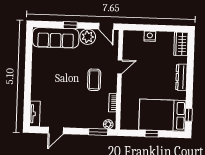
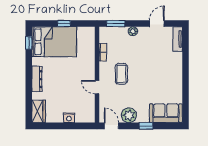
sofa: (56, 38) -> (166, 113), width x0.73
door: (120, 67) -> (97, 87), hinge flipped
plant: (108, 124) -> (133, 31), moved

